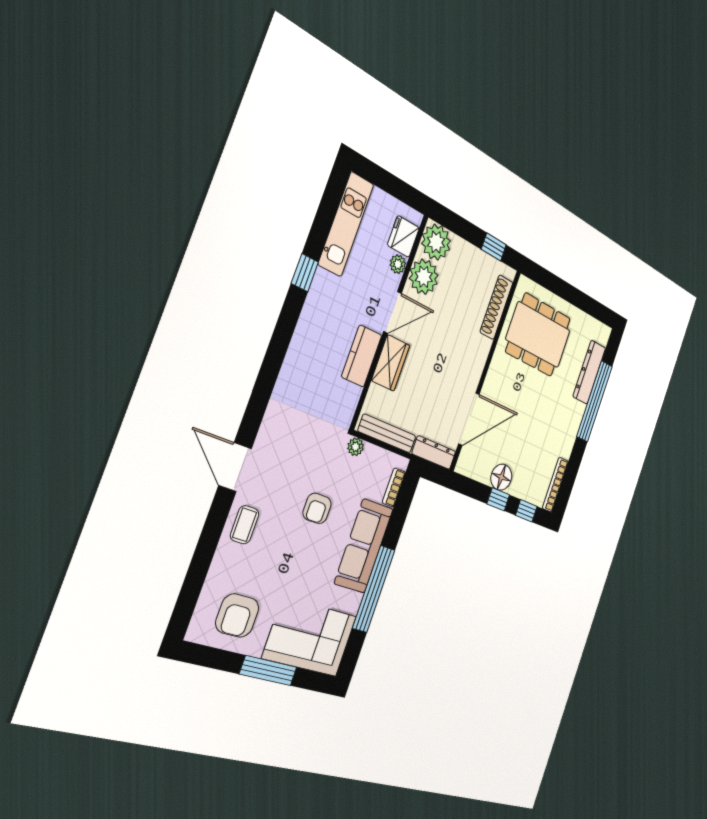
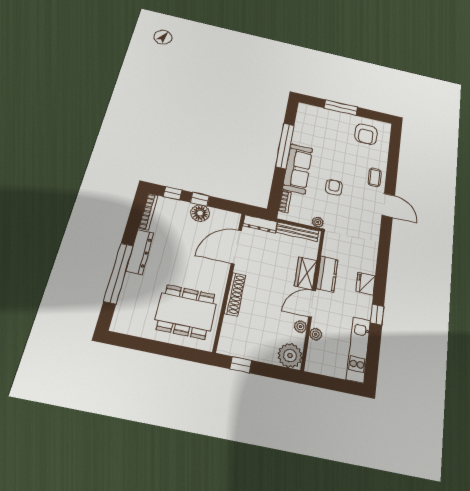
fridge: (403, 236) -> (366, 284), moved, turned 180
plant: (424, 277) -> (300, 327), width x0.53, depth x0.53
shoe rack: (496, 307) -> (235, 294), moved
dresser: (589, 372) -> (140, 252), moved
armchair: (237, 615) -> (366, 134), turned 180
corner sofa: (310, 637) -> (320, 122), removed

